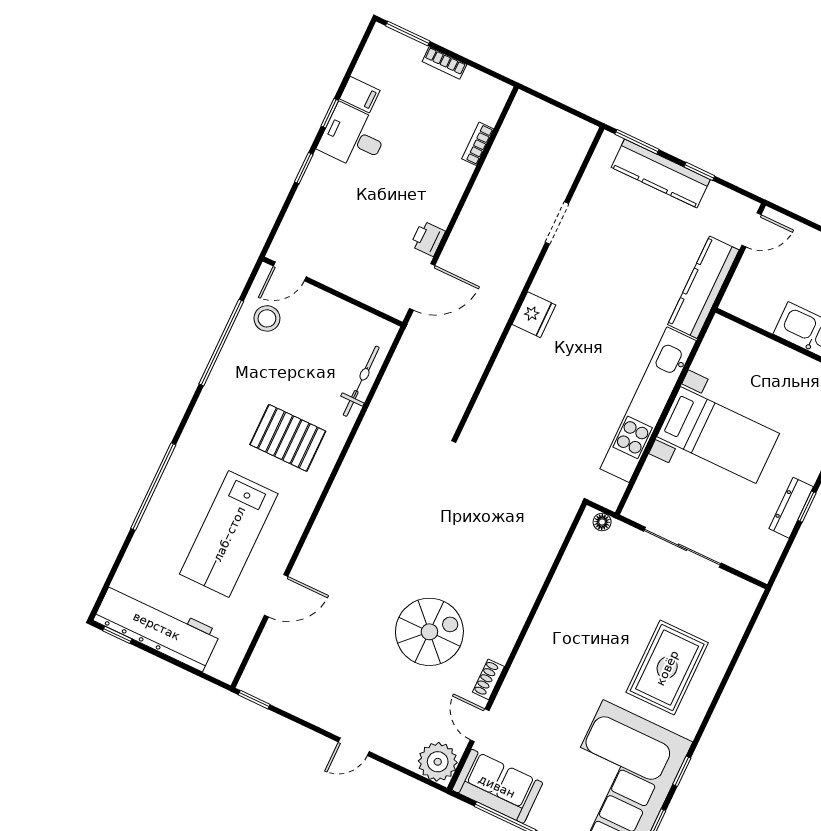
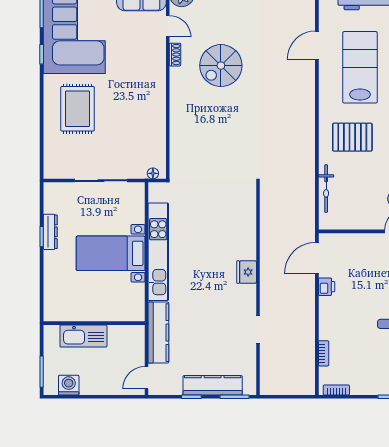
bookcase: (444, 63) -> (336, 390), moved

